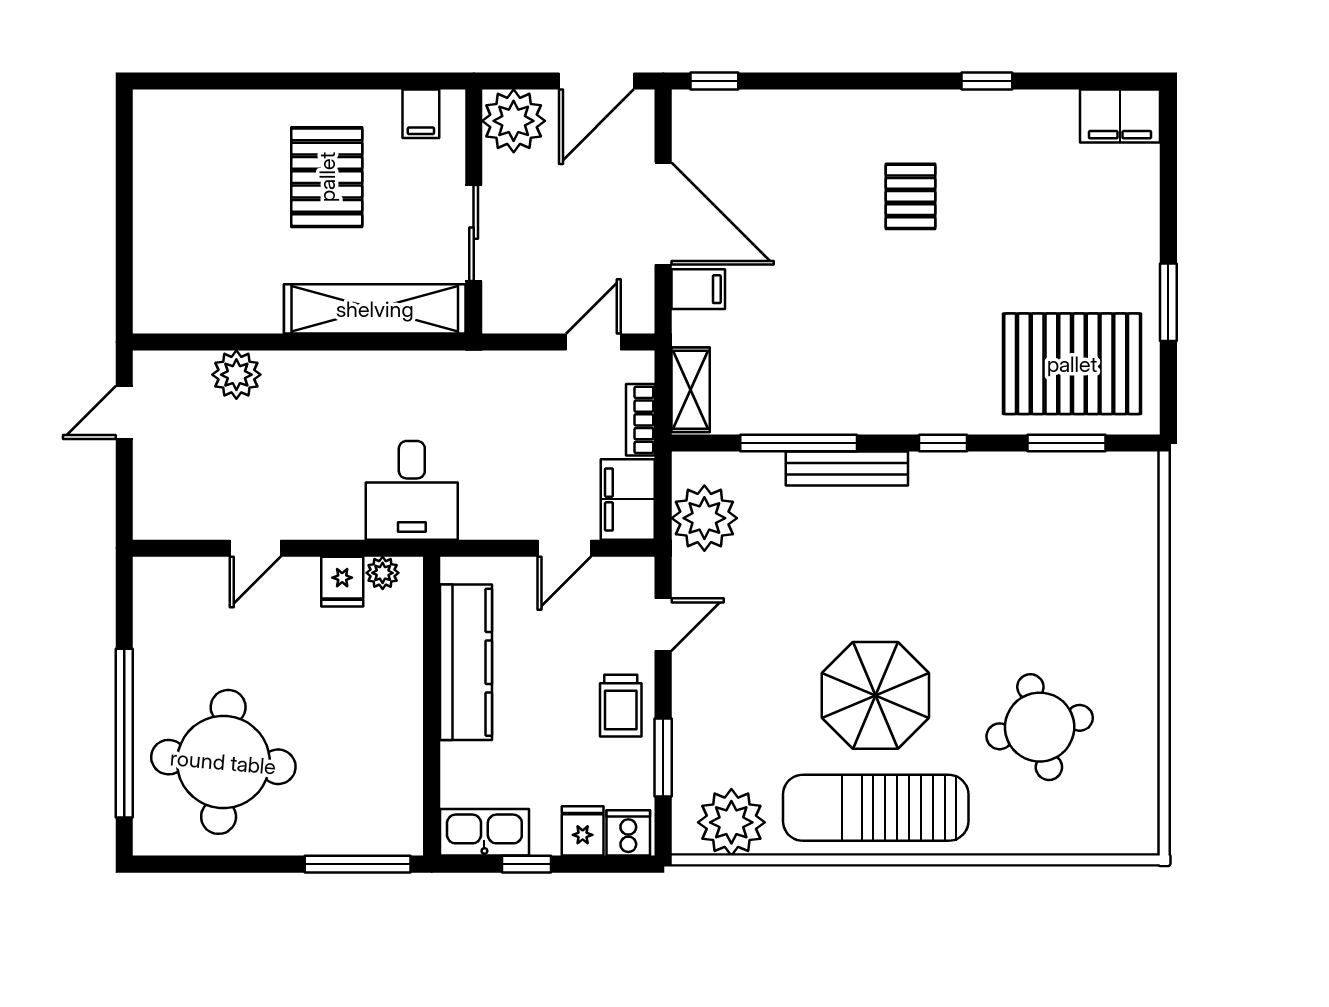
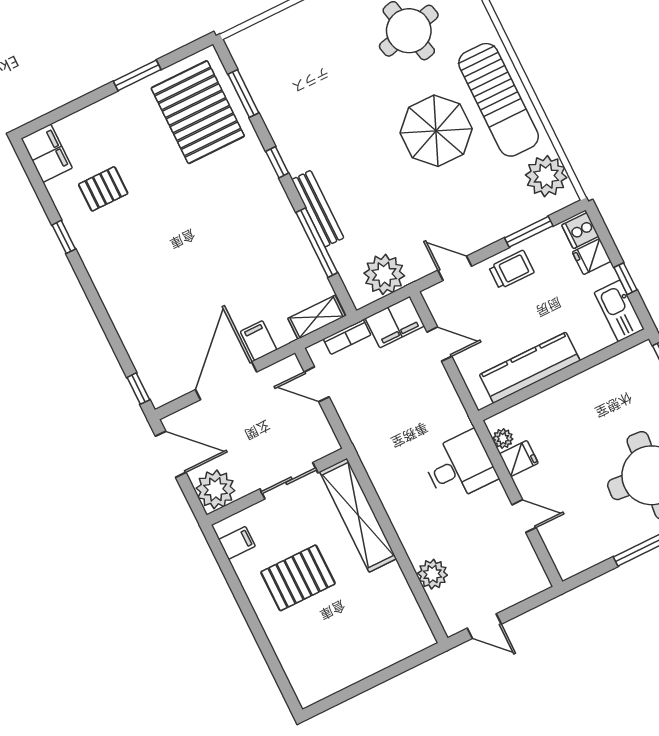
pallet: (910, 196) -> (103, 189), moved
desk: (412, 490) -> (460, 467), moved

